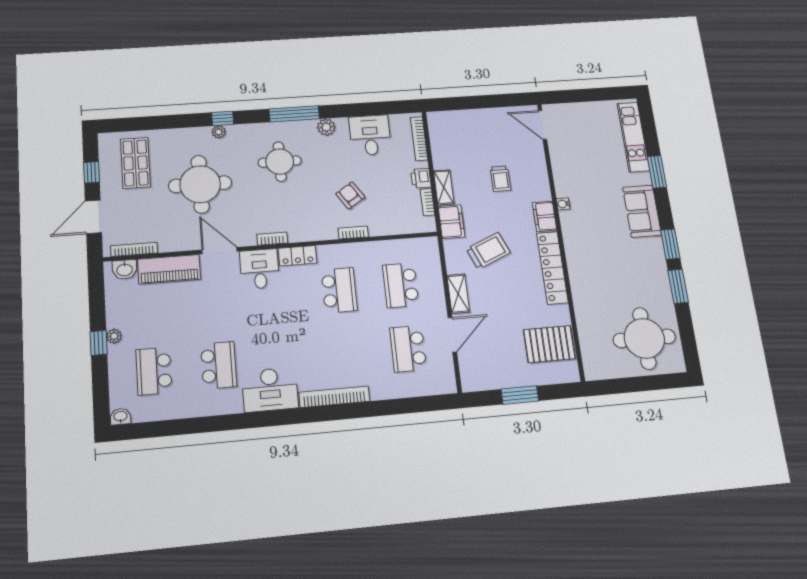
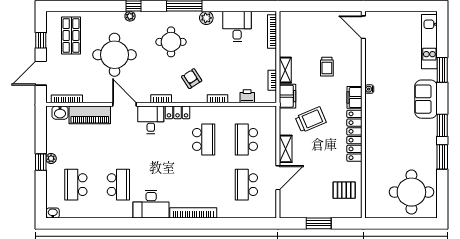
printer: (421, 178) -> (247, 96), moved, turned 90
armchair: (350, 195) -> (192, 79), moved
pallet: (549, 344) -> (344, 190), width x0.67, depth x0.71

